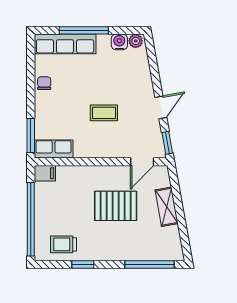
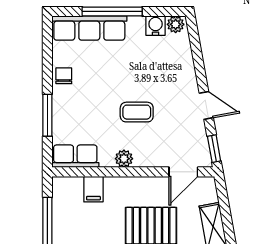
door: (161, 107) -> (206, 105), hinge flipped
window: (31, 135) -> (47, 115), moved
plant: (93, 151) -> (124, 159), added
filing cabinet: (45, 173) -> (93, 189), moved, turned 90

